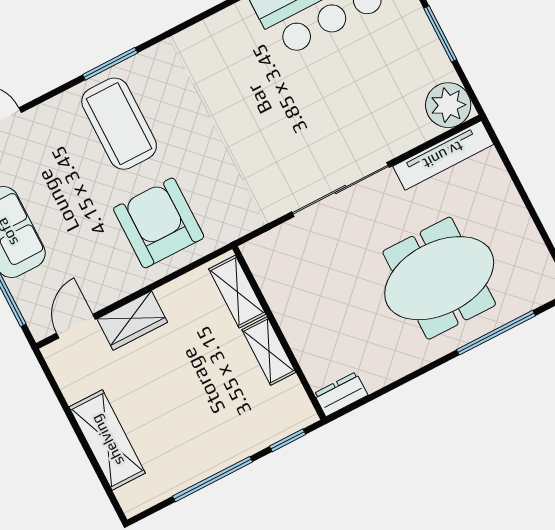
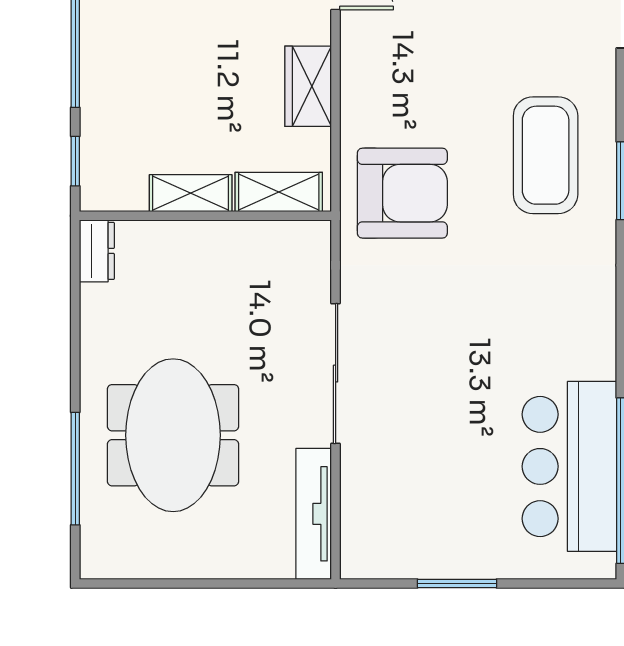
plant: (448, 105) -> (369, 550), removed
coffee table: (119, 124) -> (546, 155), turned 90
armchair: (159, 223) -> (402, 193), moved
wardrobe: (132, 321) -> (308, 86), moved

